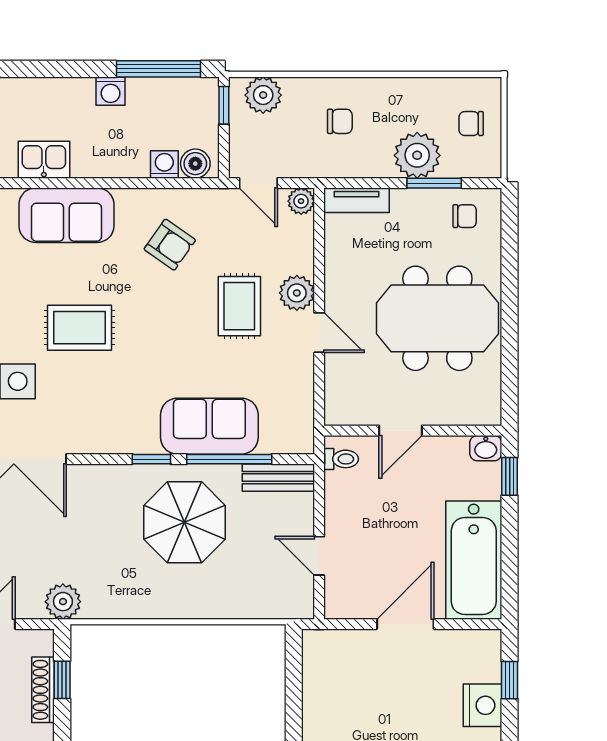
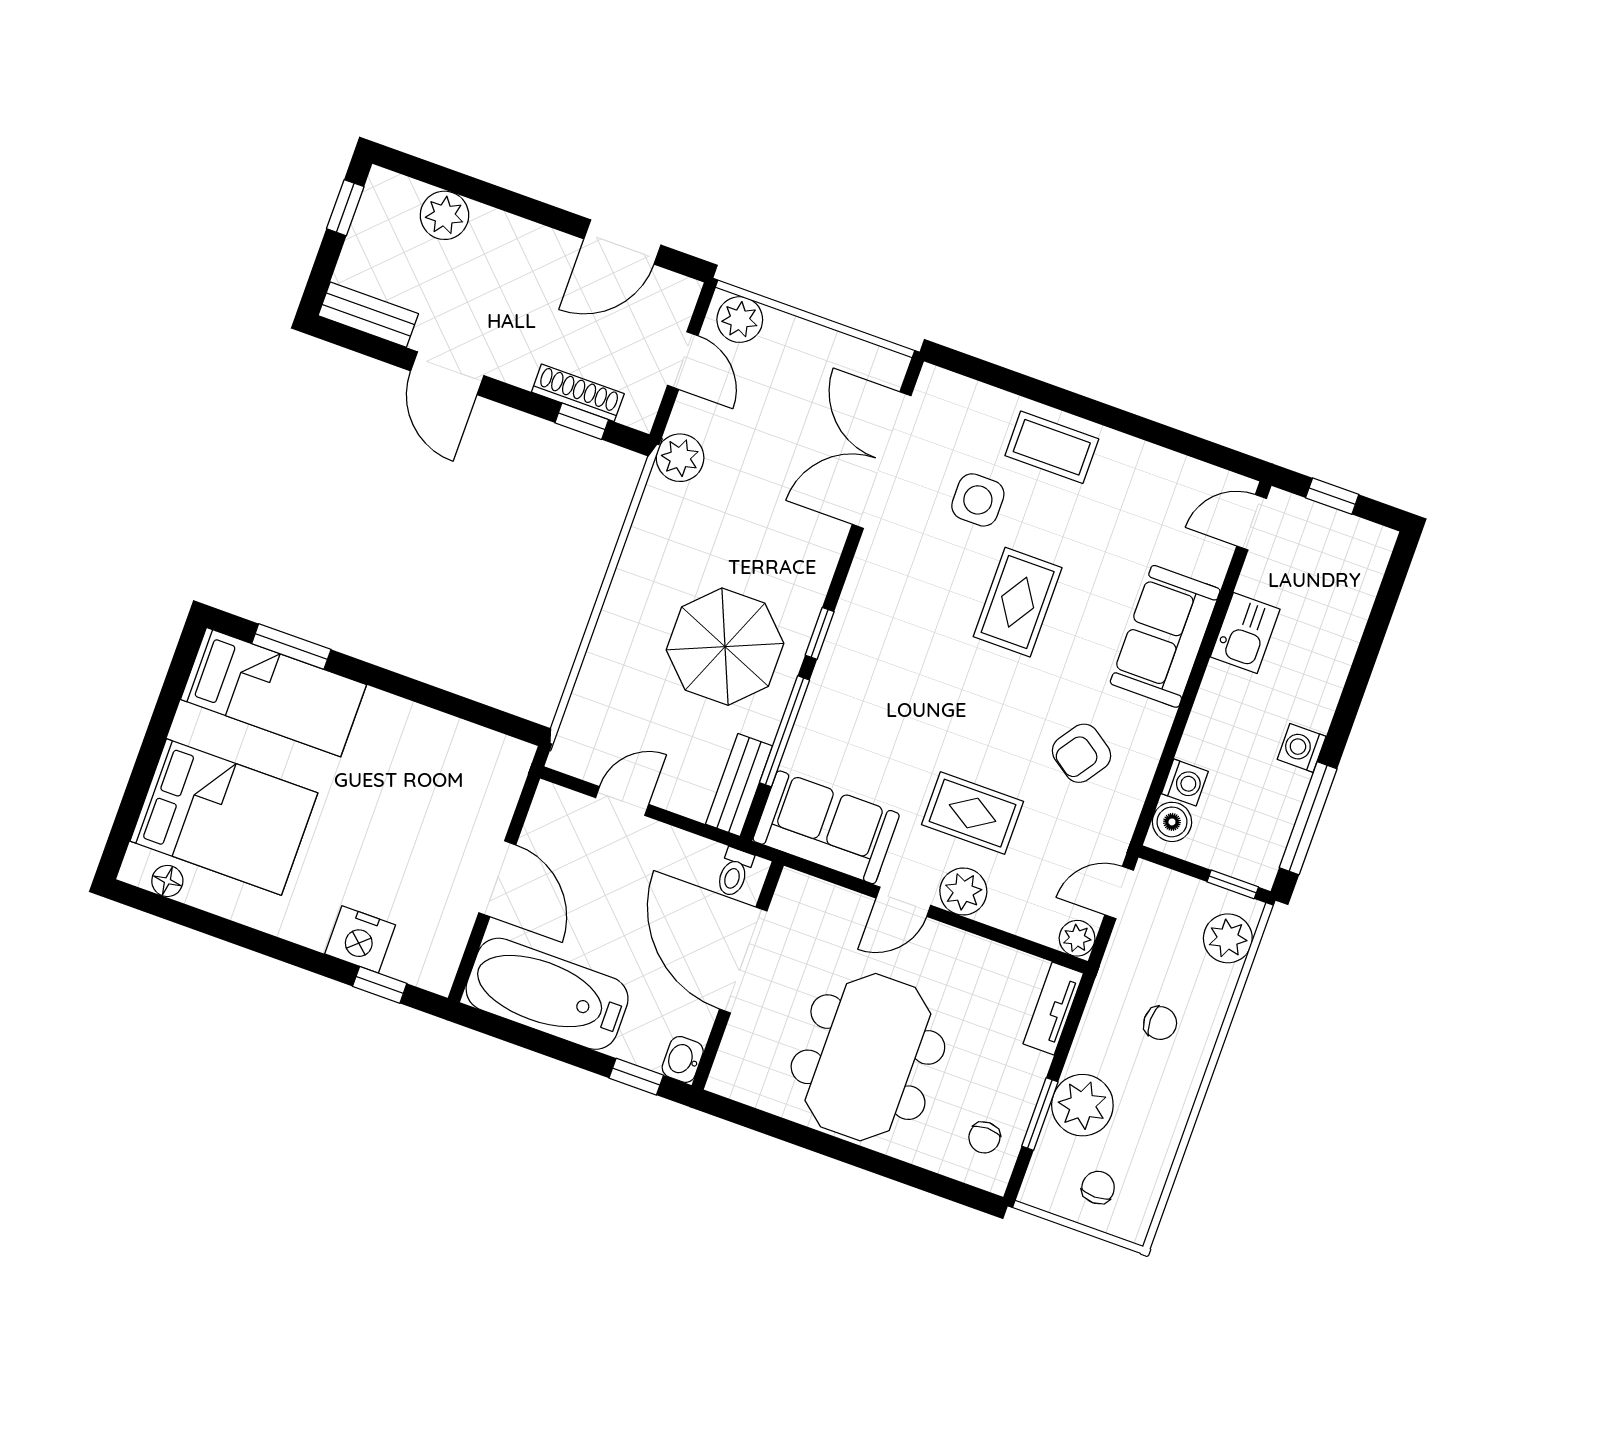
chair: (340, 121) -> (1160, 1023), turned -90
sofa: (209, 426) -> (826, 827), moved, turned -90
door: (400, 431) -> (743, 960), width x1.88

